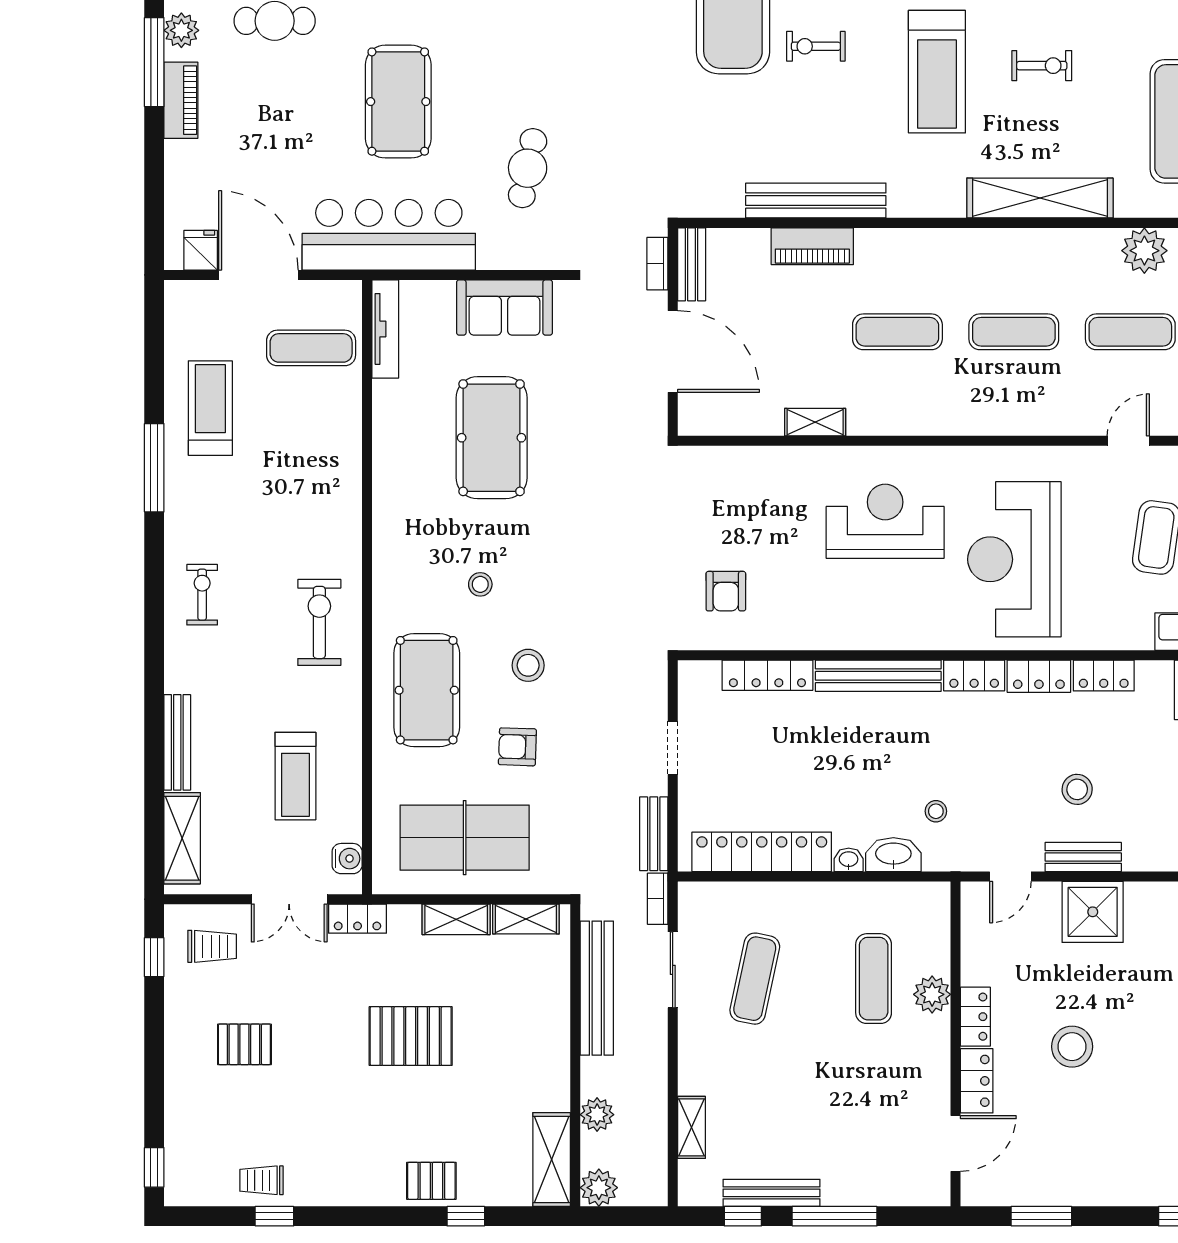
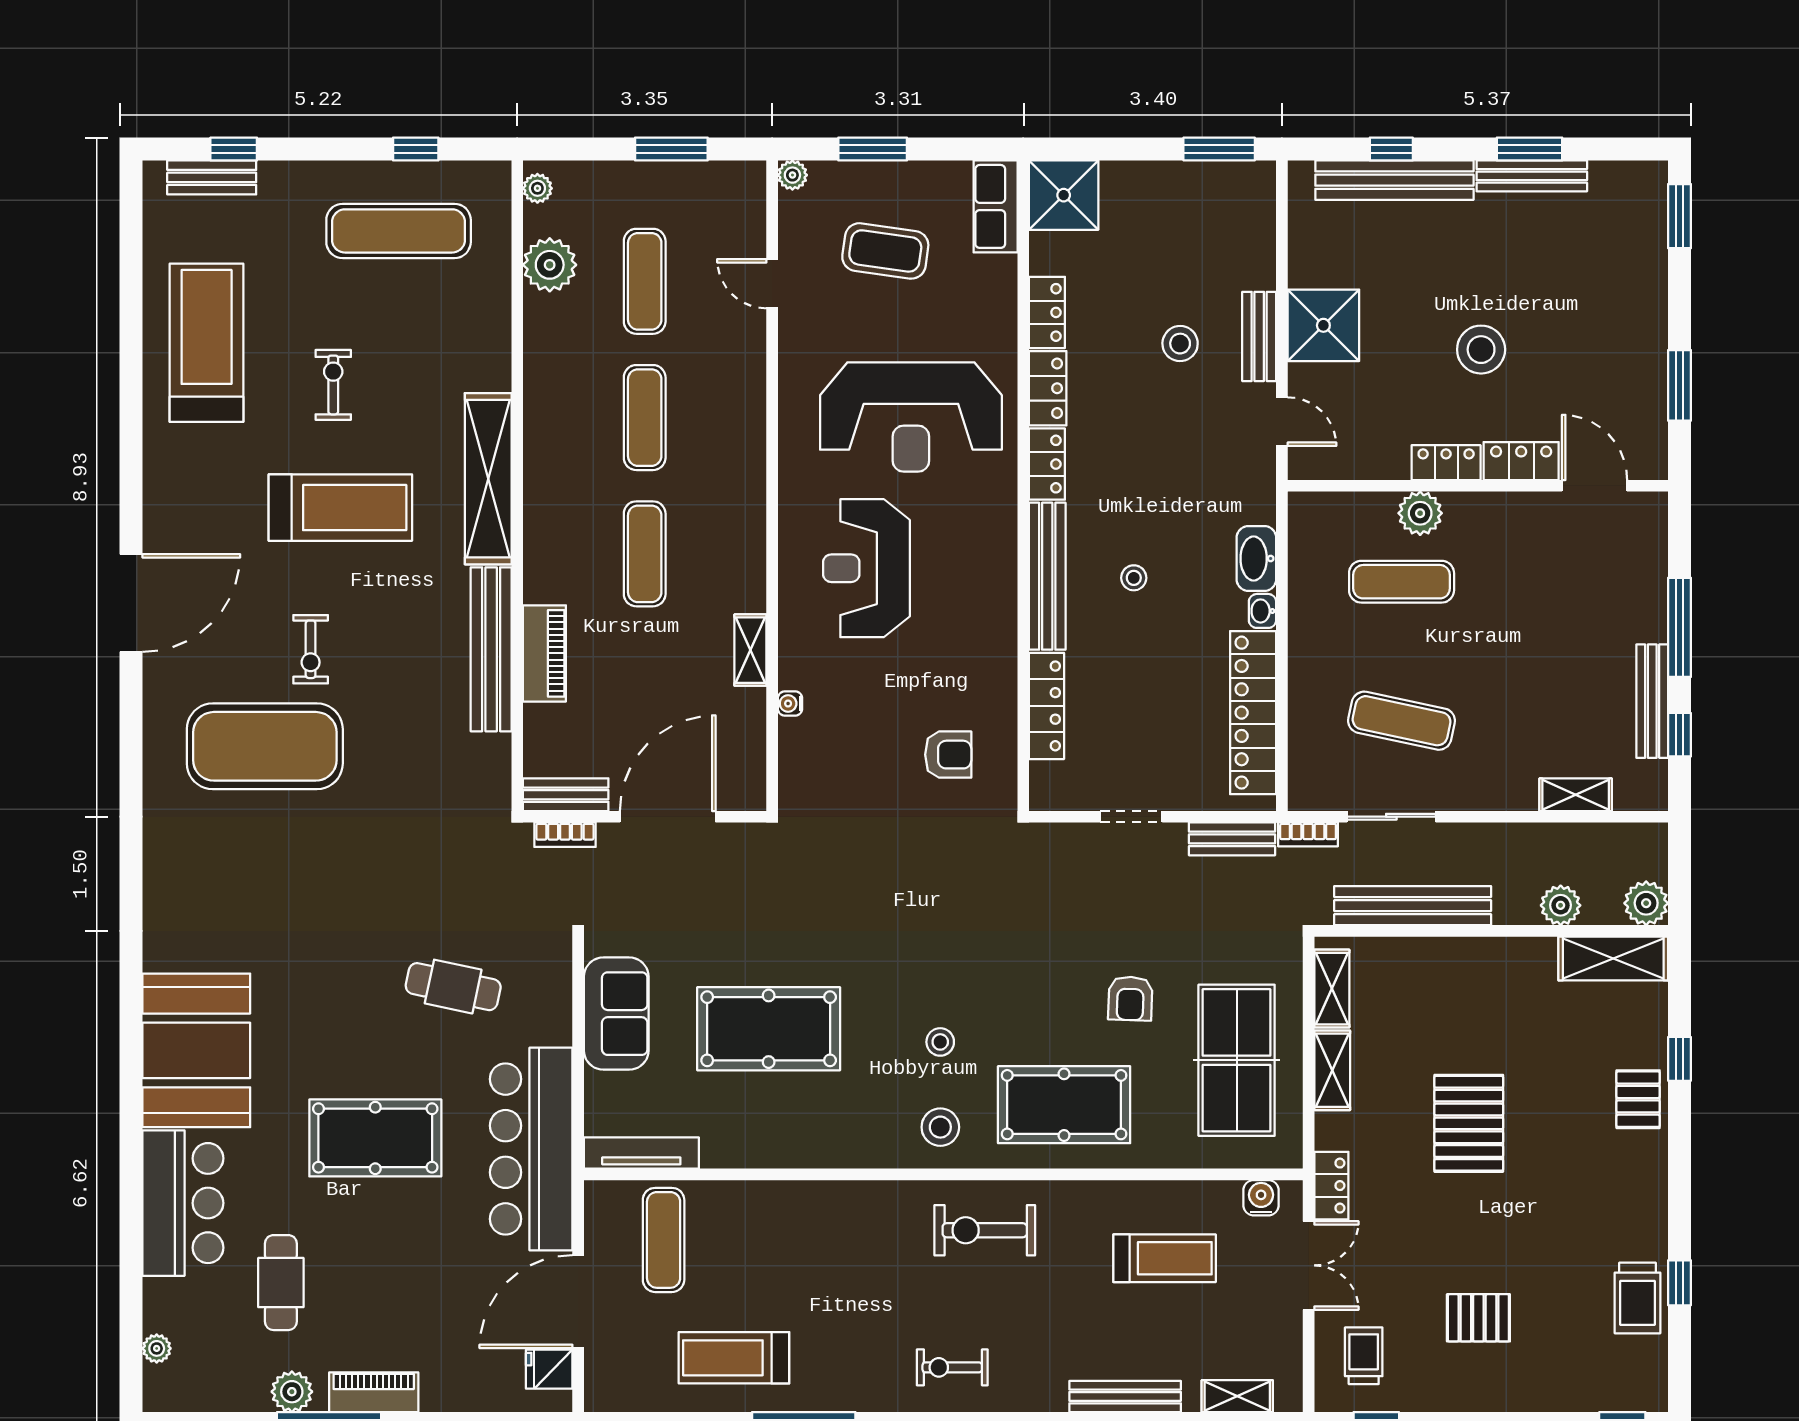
shelving: (1040, 198) -> (488, 479), moved
water cooler: (770, 456) -> (790, 703), added
stool: (528, 665) -> (940, 1127), moved
stool: (936, 811) -> (1134, 578), moved
shelving: (182, 838) -> (1237, 1396), width x0.67, depth x0.75
pallet: (244, 1044) -> (1478, 1318), turned 90
trolley: (261, 1180) -> (1637, 1298), width x1.36, depth x1.39

